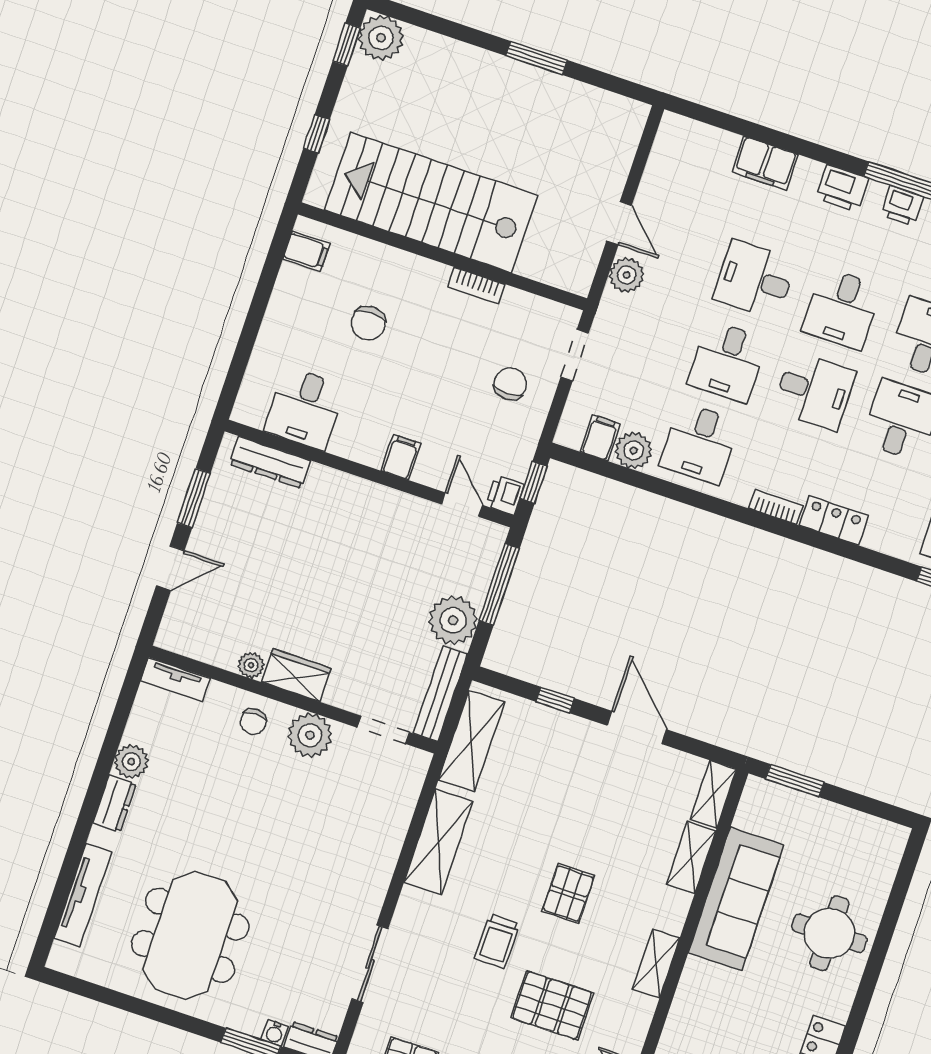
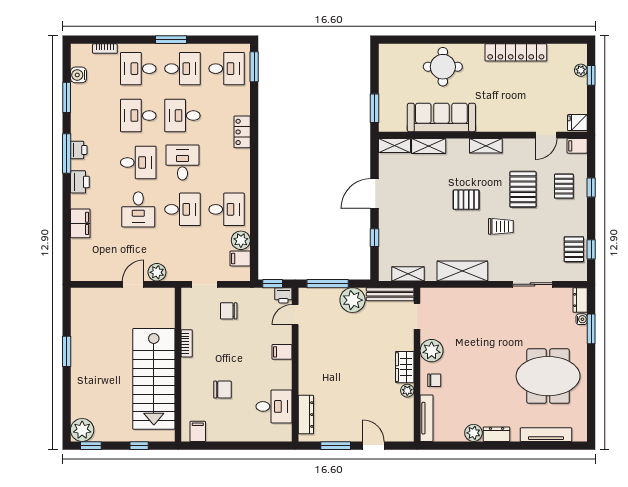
bookcase: (776, 507) -> (245, 162), removed
tv unit: (175, 680) -> (427, 418), width x1.41
shelving: (472, 741) -> (408, 274), width x0.67, depth x0.75

